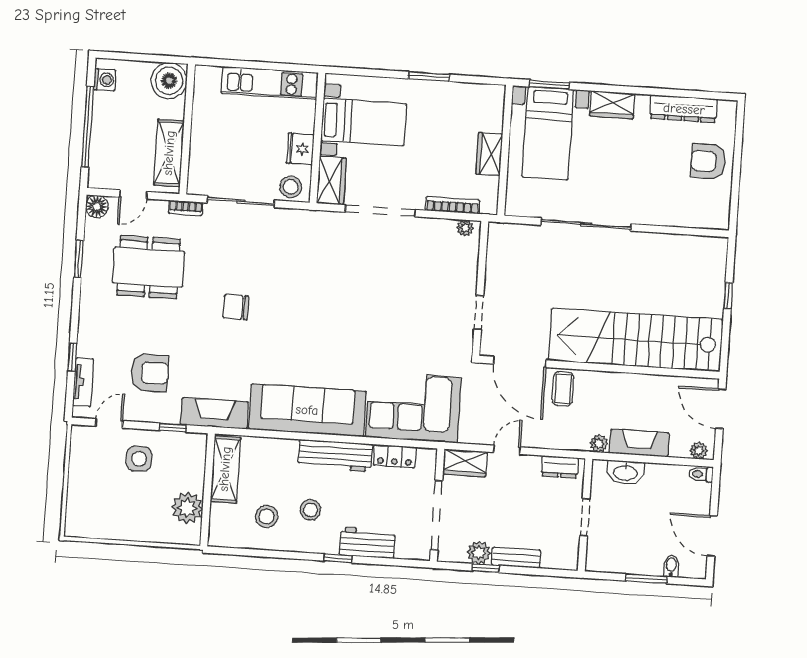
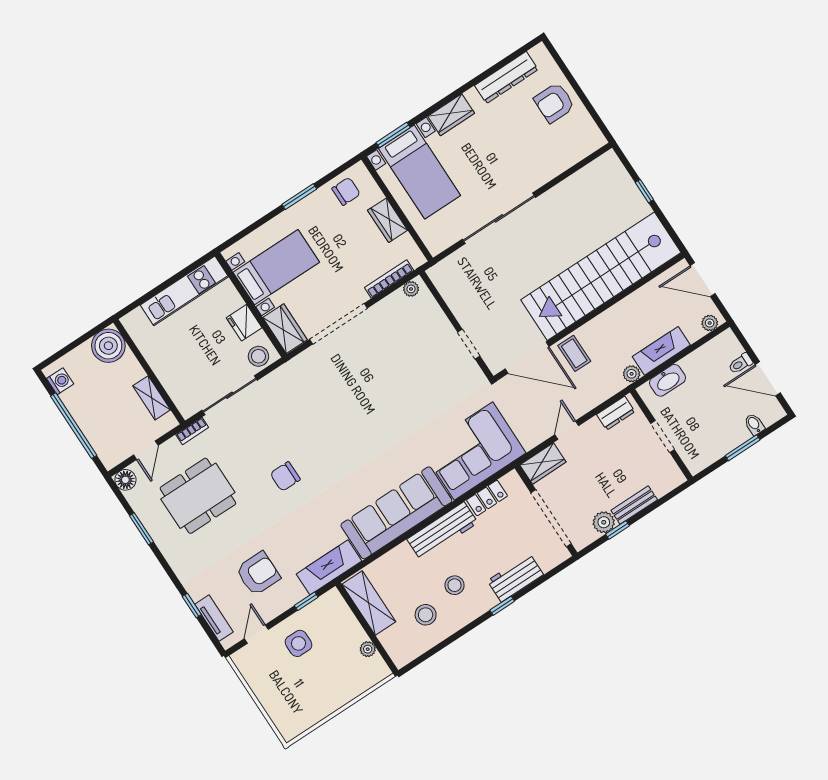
chair: (473, 102) -> (346, 191), added
shelving: (169, 153) -> (152, 398), width x0.67, depth x0.75
toilet: (701, 474) -> (740, 364), moved
plant: (187, 508) -> (368, 649), width x0.53, depth x0.53

